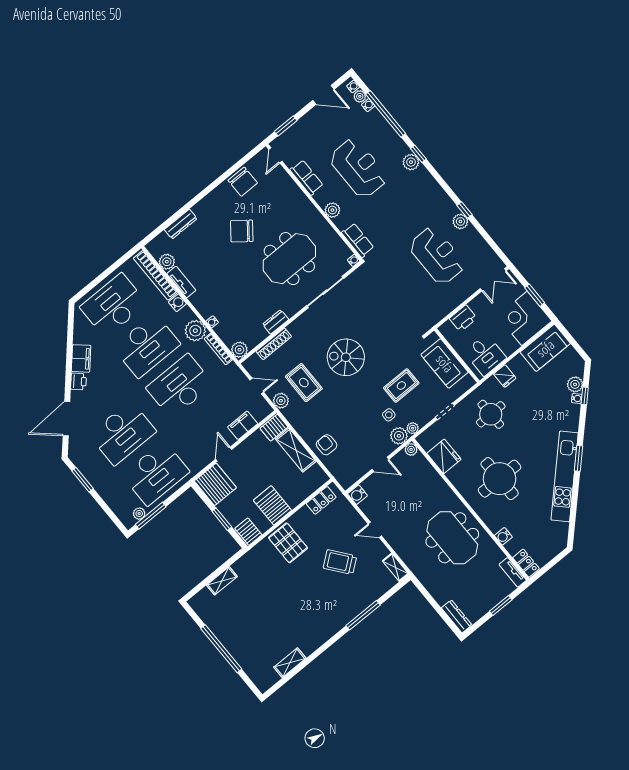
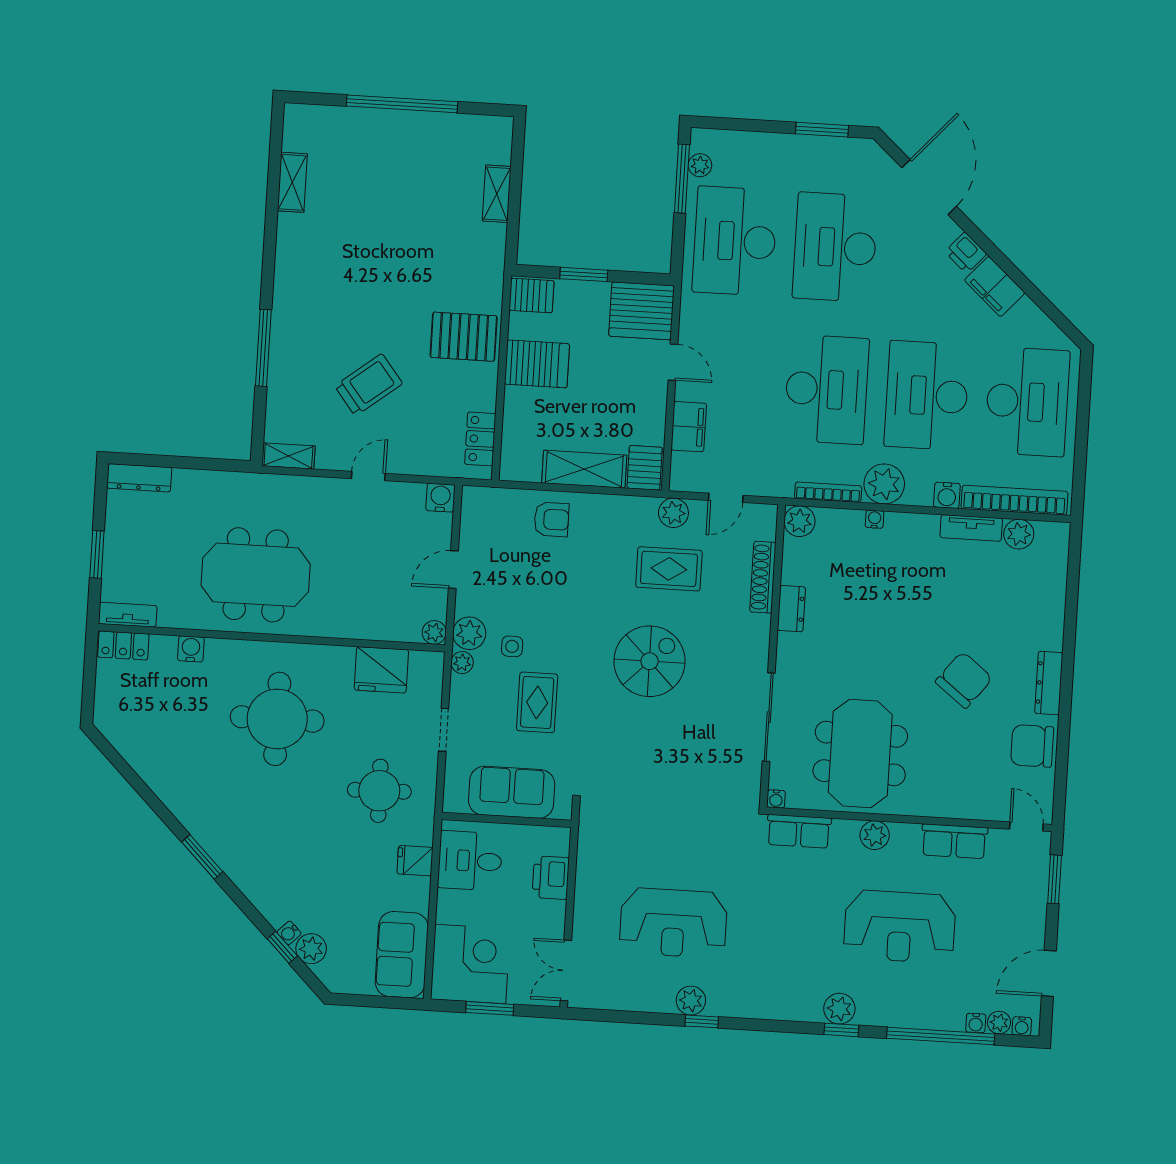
dresser: (181, 224) -> (1049, 683), moved
meeting table: (289, 259) -> (860, 753), moved
kitchen unit: (565, 476) -> (195, 814), removed

